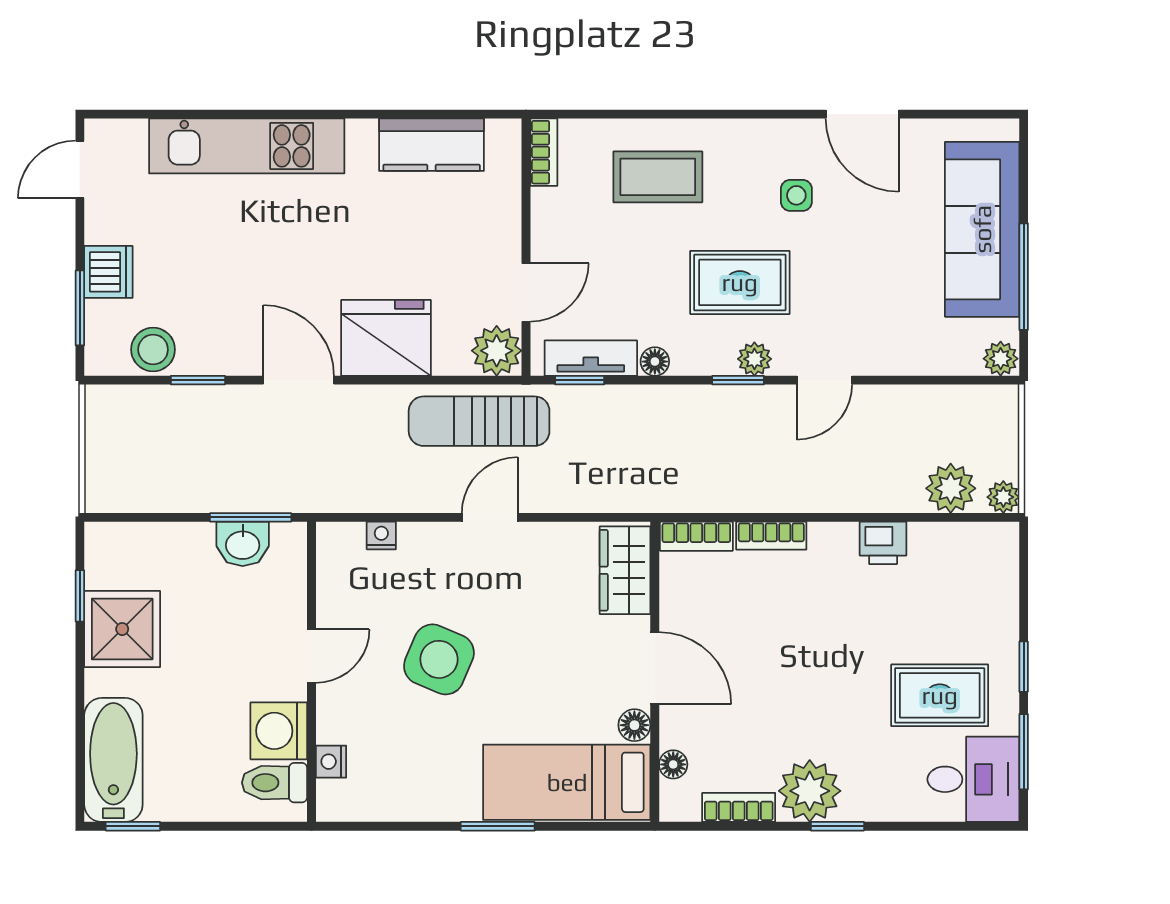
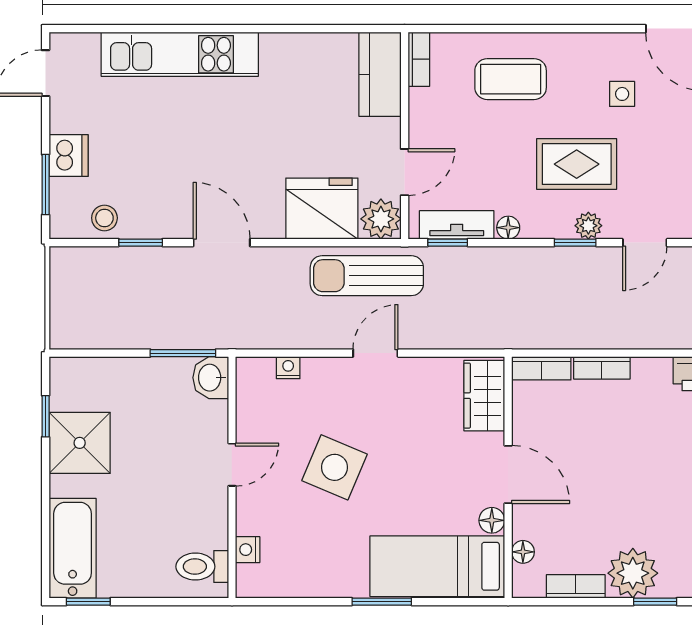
kitchen counter: (432, 145) -> (380, 74), moved, turned 90
fridge: (386, 338) -> (322, 209), moved
stool: (153, 350) -> (104, 218), width x0.73, depth x0.73
washbasin: (243, 544) -> (211, 378), moved, turned 90
washing machine: (279, 731) -> (206, 525), removed

